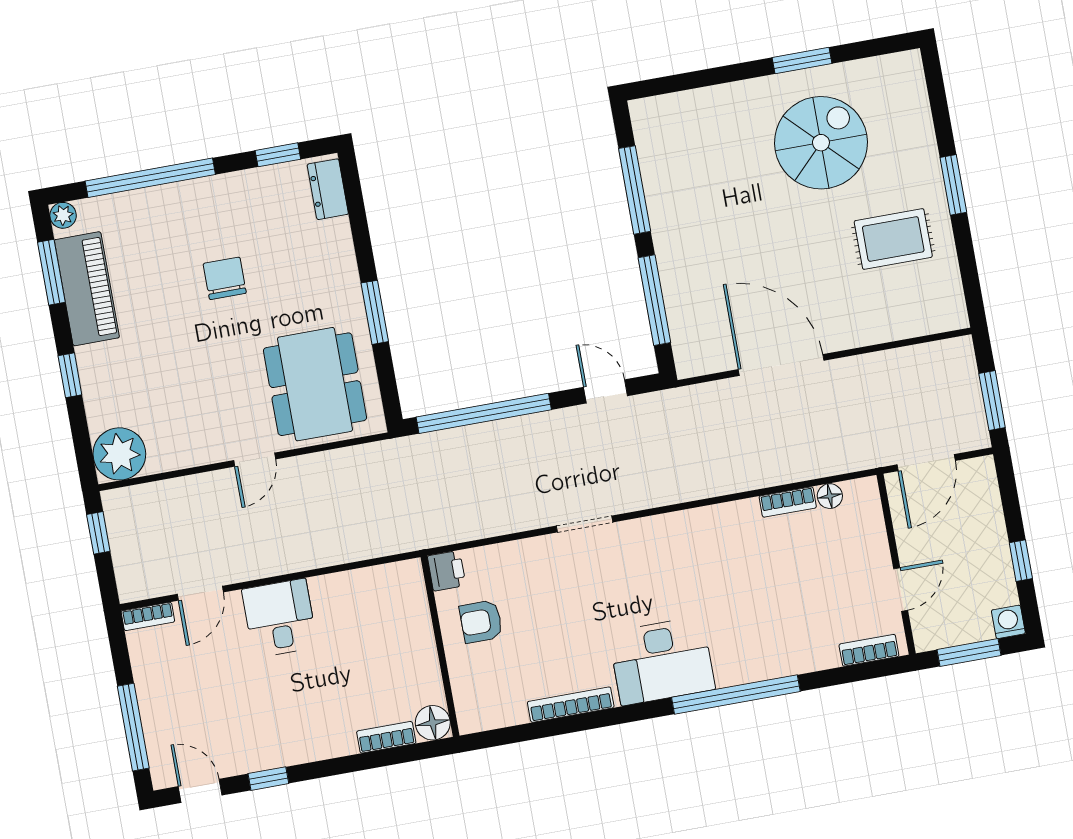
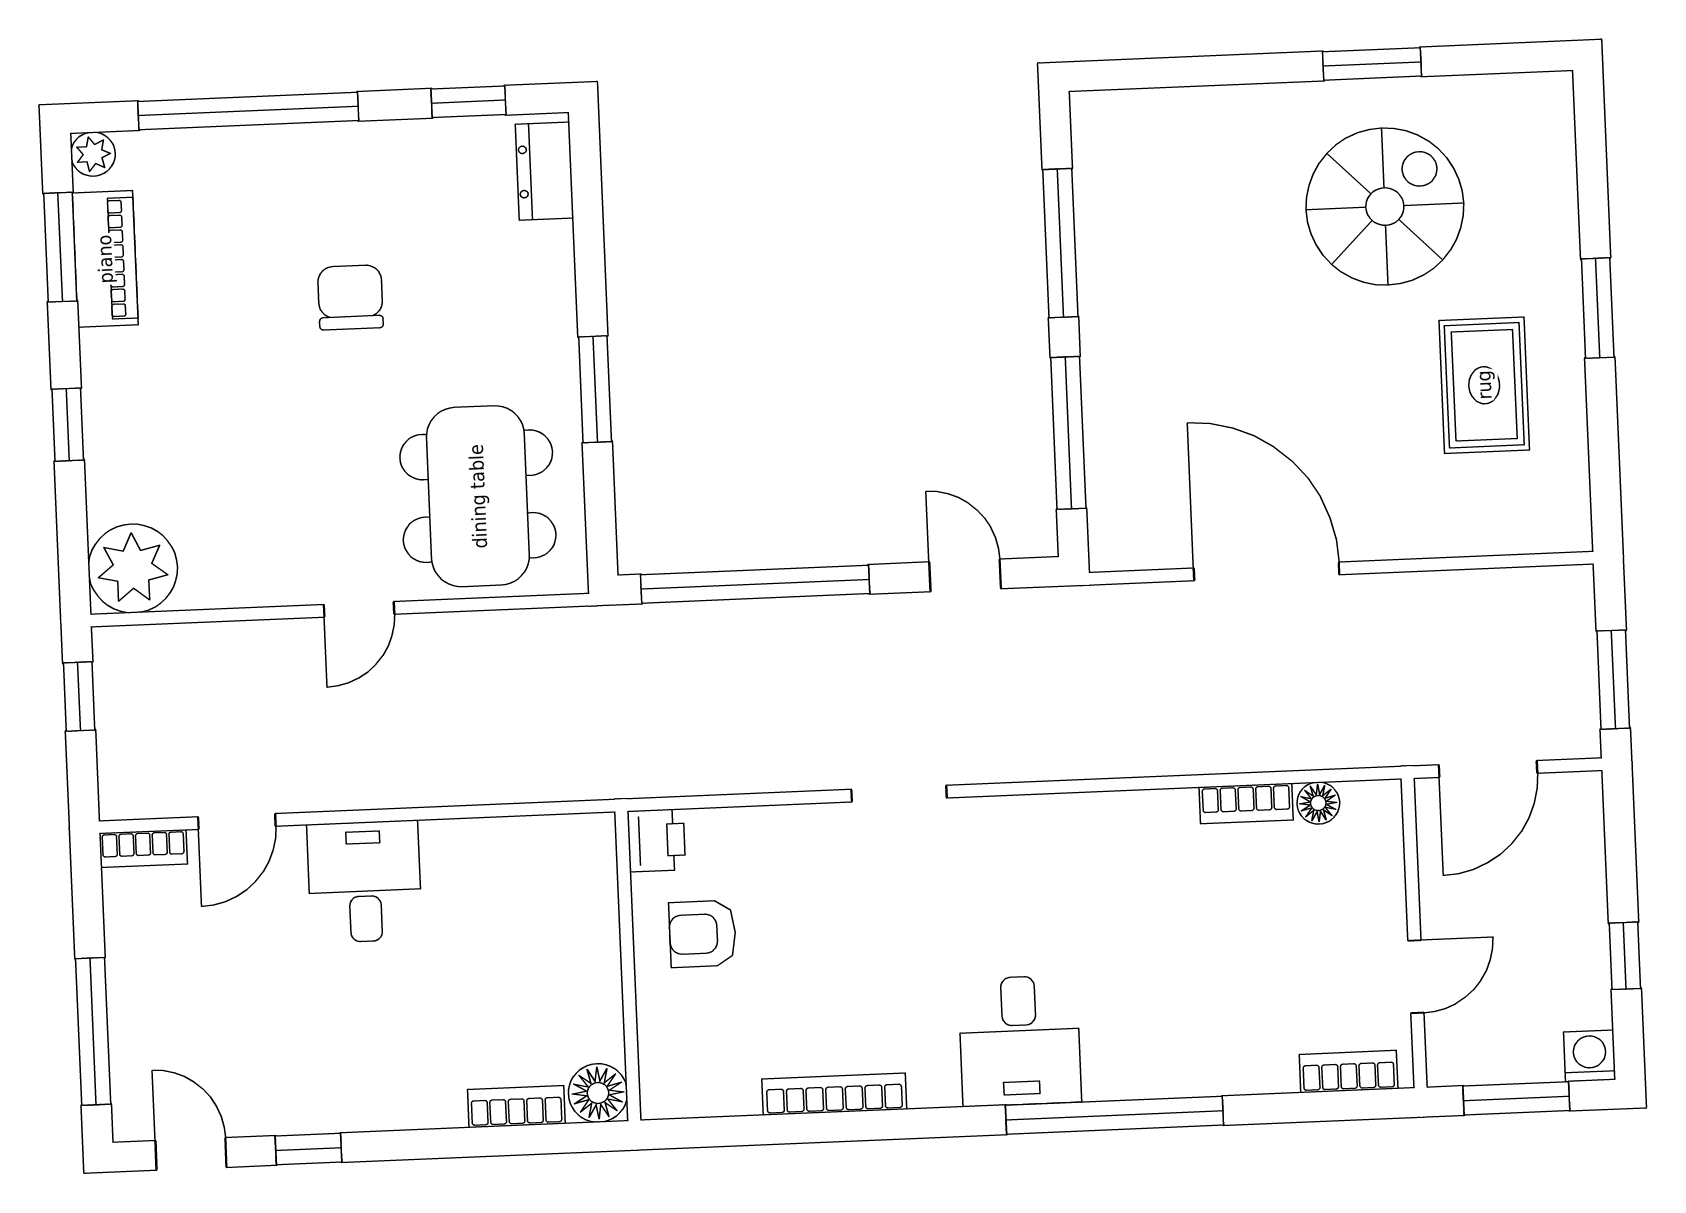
rug: (893, 239) -> (1484, 385), turned 90
piano: (87, 289) -> (105, 259), width x0.73, depth x0.75
desk: (662, 661) -> (1020, 1041), width x0.73

